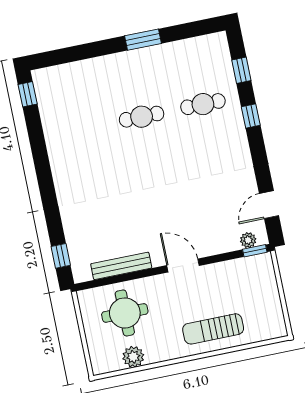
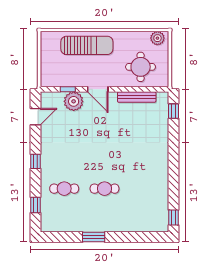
window: (251, 116) -> (36, 161), moved
plant: (248, 240) -> (74, 101), moved, width x1.87, depth x1.87
window: (255, 251) -> (68, 89), moved
sun lounger: (213, 329) -> (87, 45), width x1.36, depth x1.34
plant: (133, 357) -> (157, 38), moved

